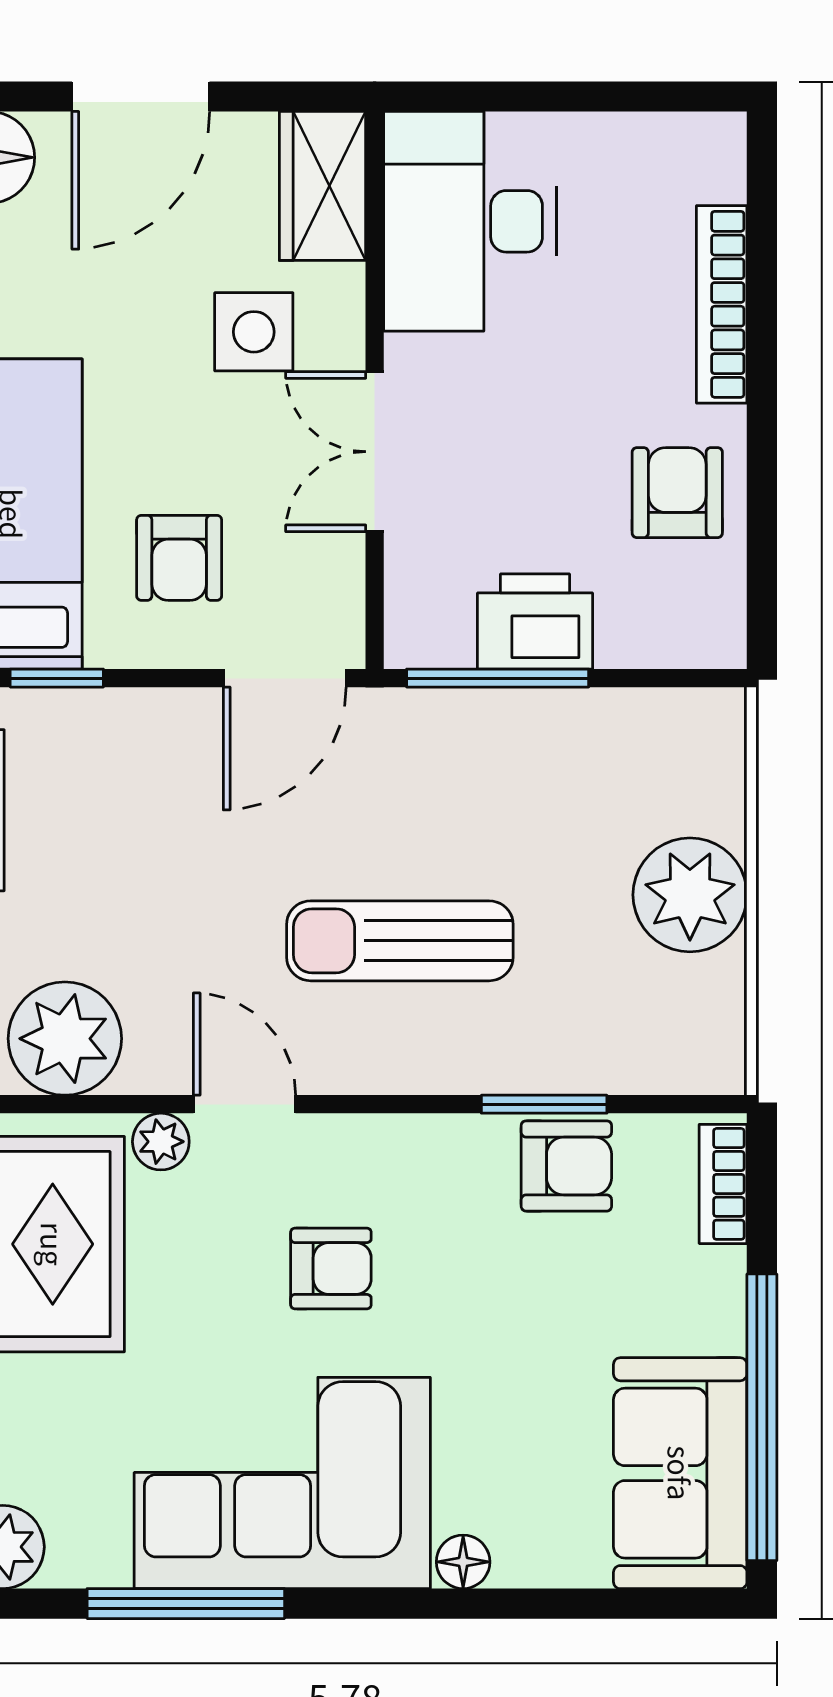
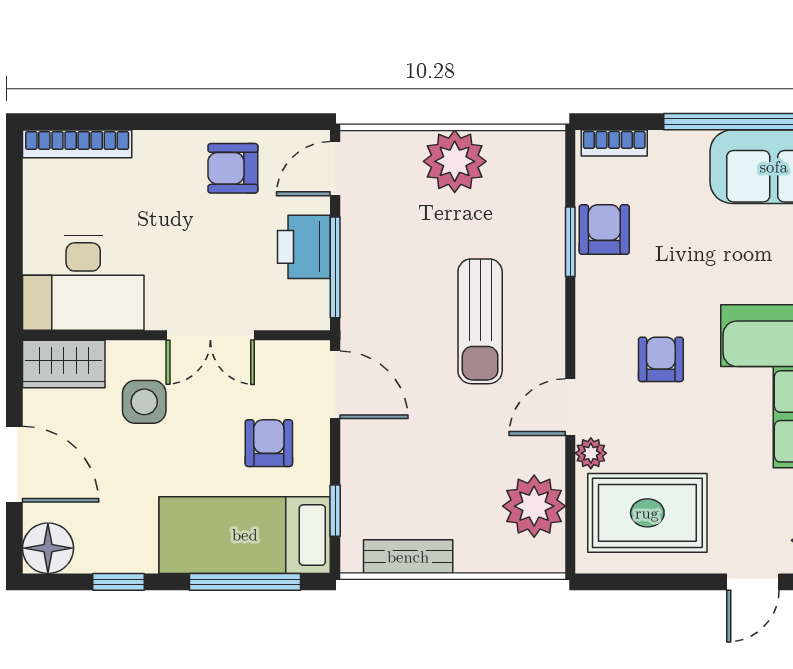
bookcase: (722, 304) -> (77, 144), moved
armchair: (179, 558) -> (269, 443), turned -90
door: (677, 678) -> (335, 169), added

